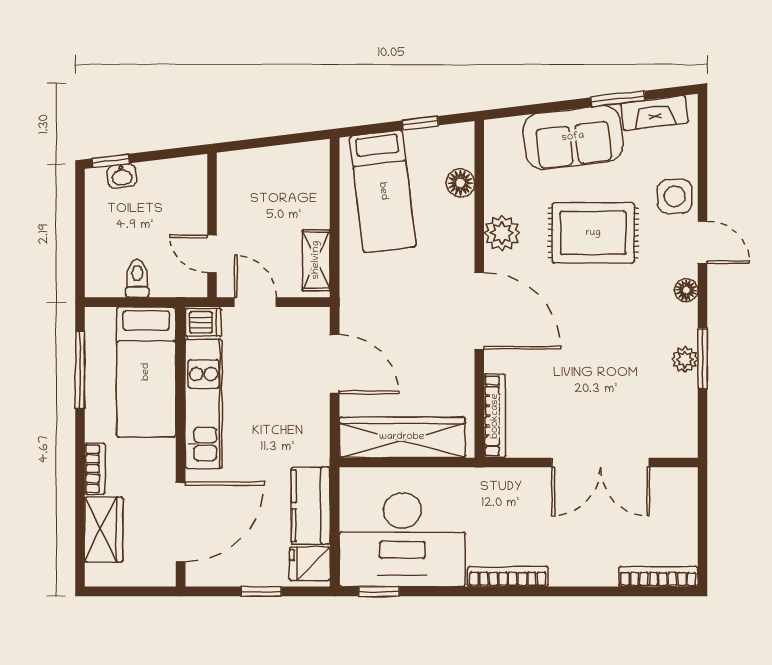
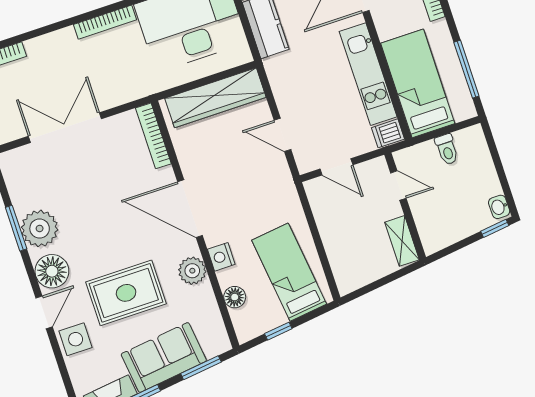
window: (531, 109) -> (201, 368), added
washbasin: (122, 176) -> (499, 207), moved, turned -83
nightstand: (460, 238) -> (221, 257), added
door: (702, 242) -> (44, 312), swing flipped
shelving: (316, 260) -> (402, 241), moved
floor lamp: (686, 290) -> (52, 271), width x1.89, depth x1.89
door: (255, 302) -> (336, 167), moved
plant: (685, 359) -> (40, 228), width x1.87, depth x1.87
door: (335, 364) -> (282, 135), width x0.73

